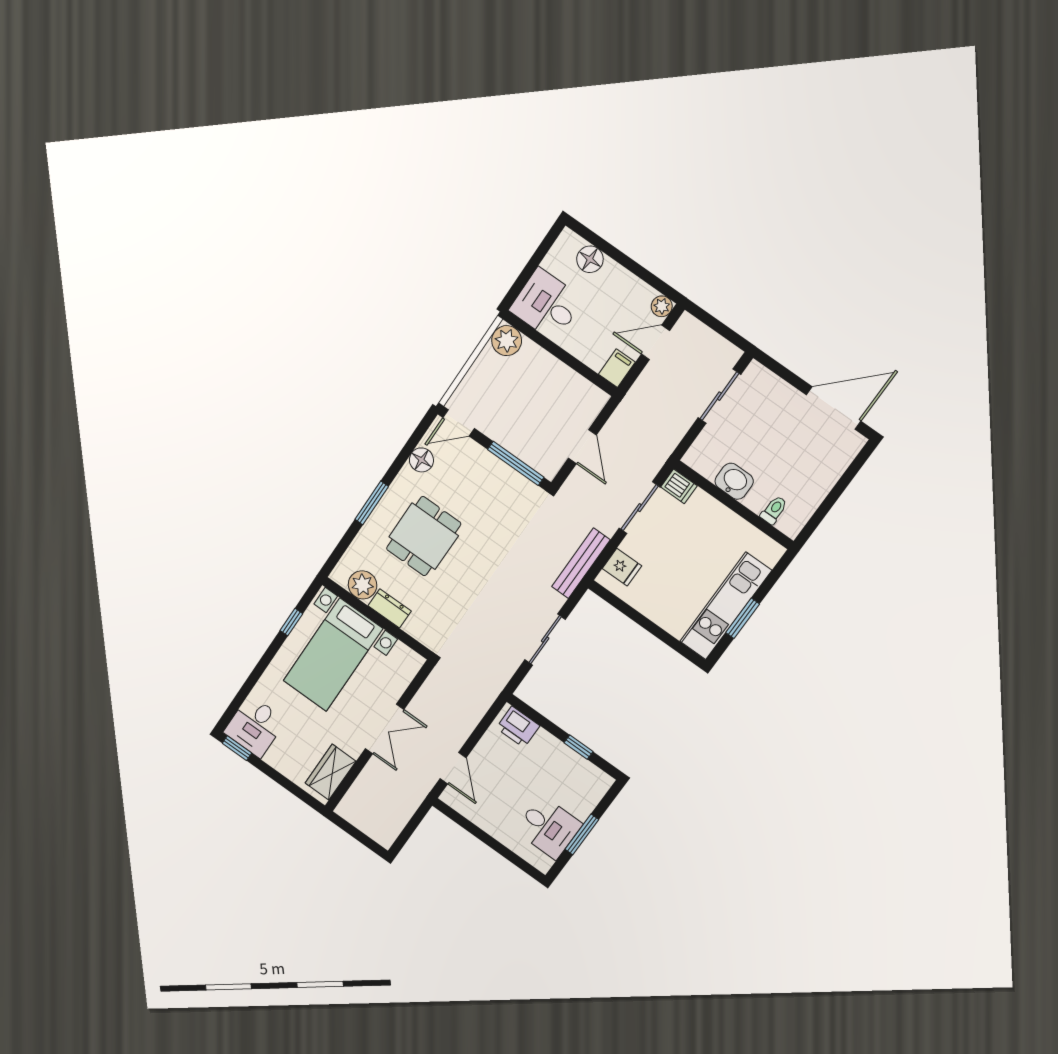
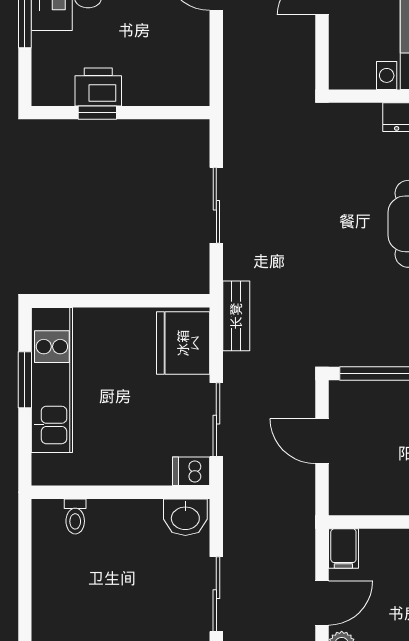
washbasin: (734, 481) -> (185, 517), moved
bench: (581, 563) -> (236, 316), width x0.73
fridge: (622, 567) -> (183, 343), width x1.88, depth x1.34
printer: (518, 727) -> (98, 87), moved

